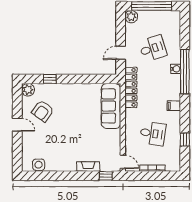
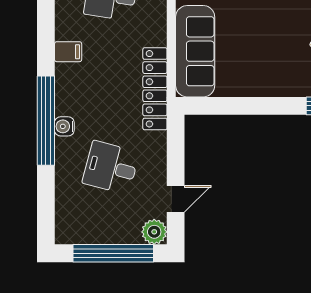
desk: (153, 48) -> (111, 168), turned 33
door: (121, 53) -> (176, 199), moved

